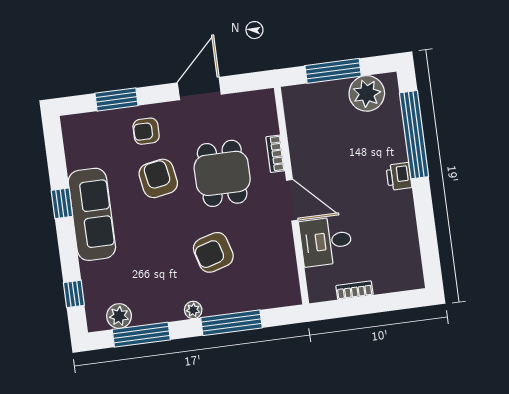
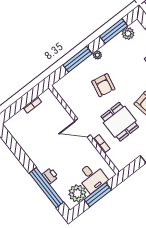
printer: (399, 176) -> (50, 176), moved
desk: (326, 241) -> (92, 177), moved, turned 90
armchair: (213, 252) -> (103, 85), turned 117

